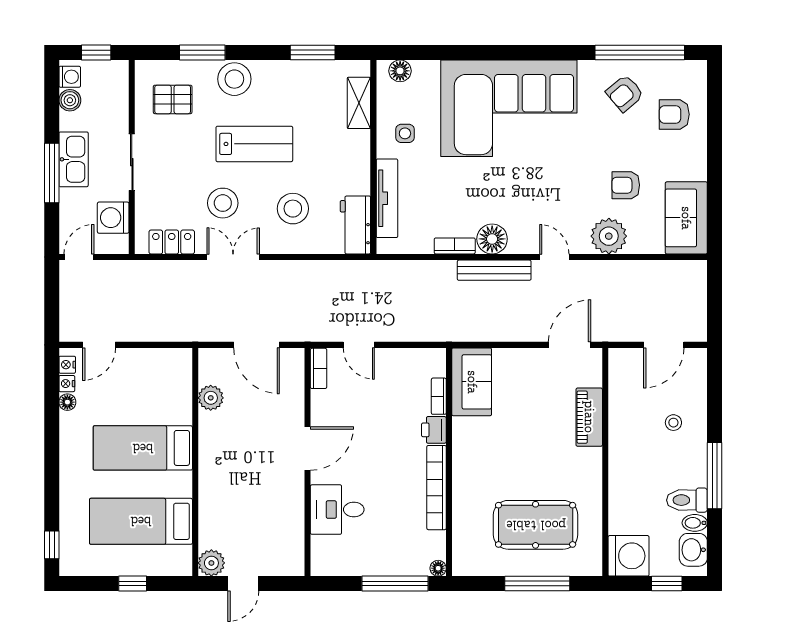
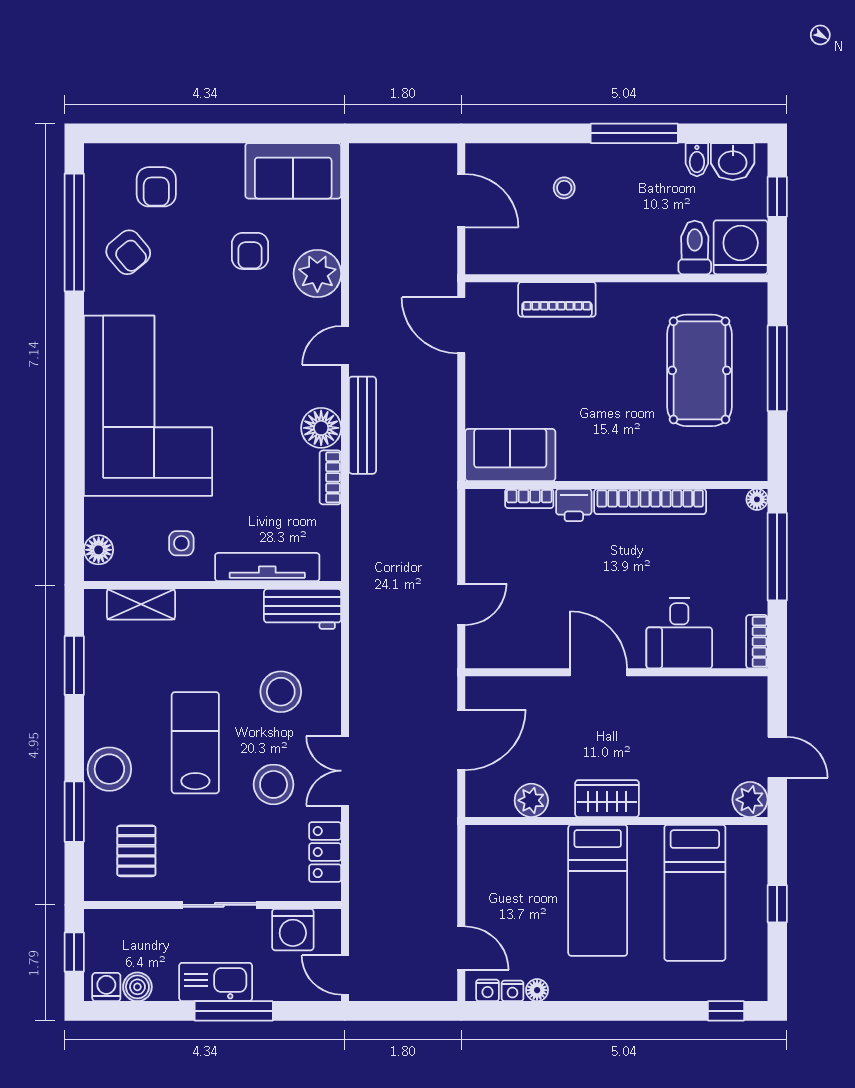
bookcase: (318, 368) -> (757, 642), moved, turned -90
wardrobe: (212, 455) -> (607, 799), added
toilet: (687, 500) -> (695, 247), moved, turned 180

